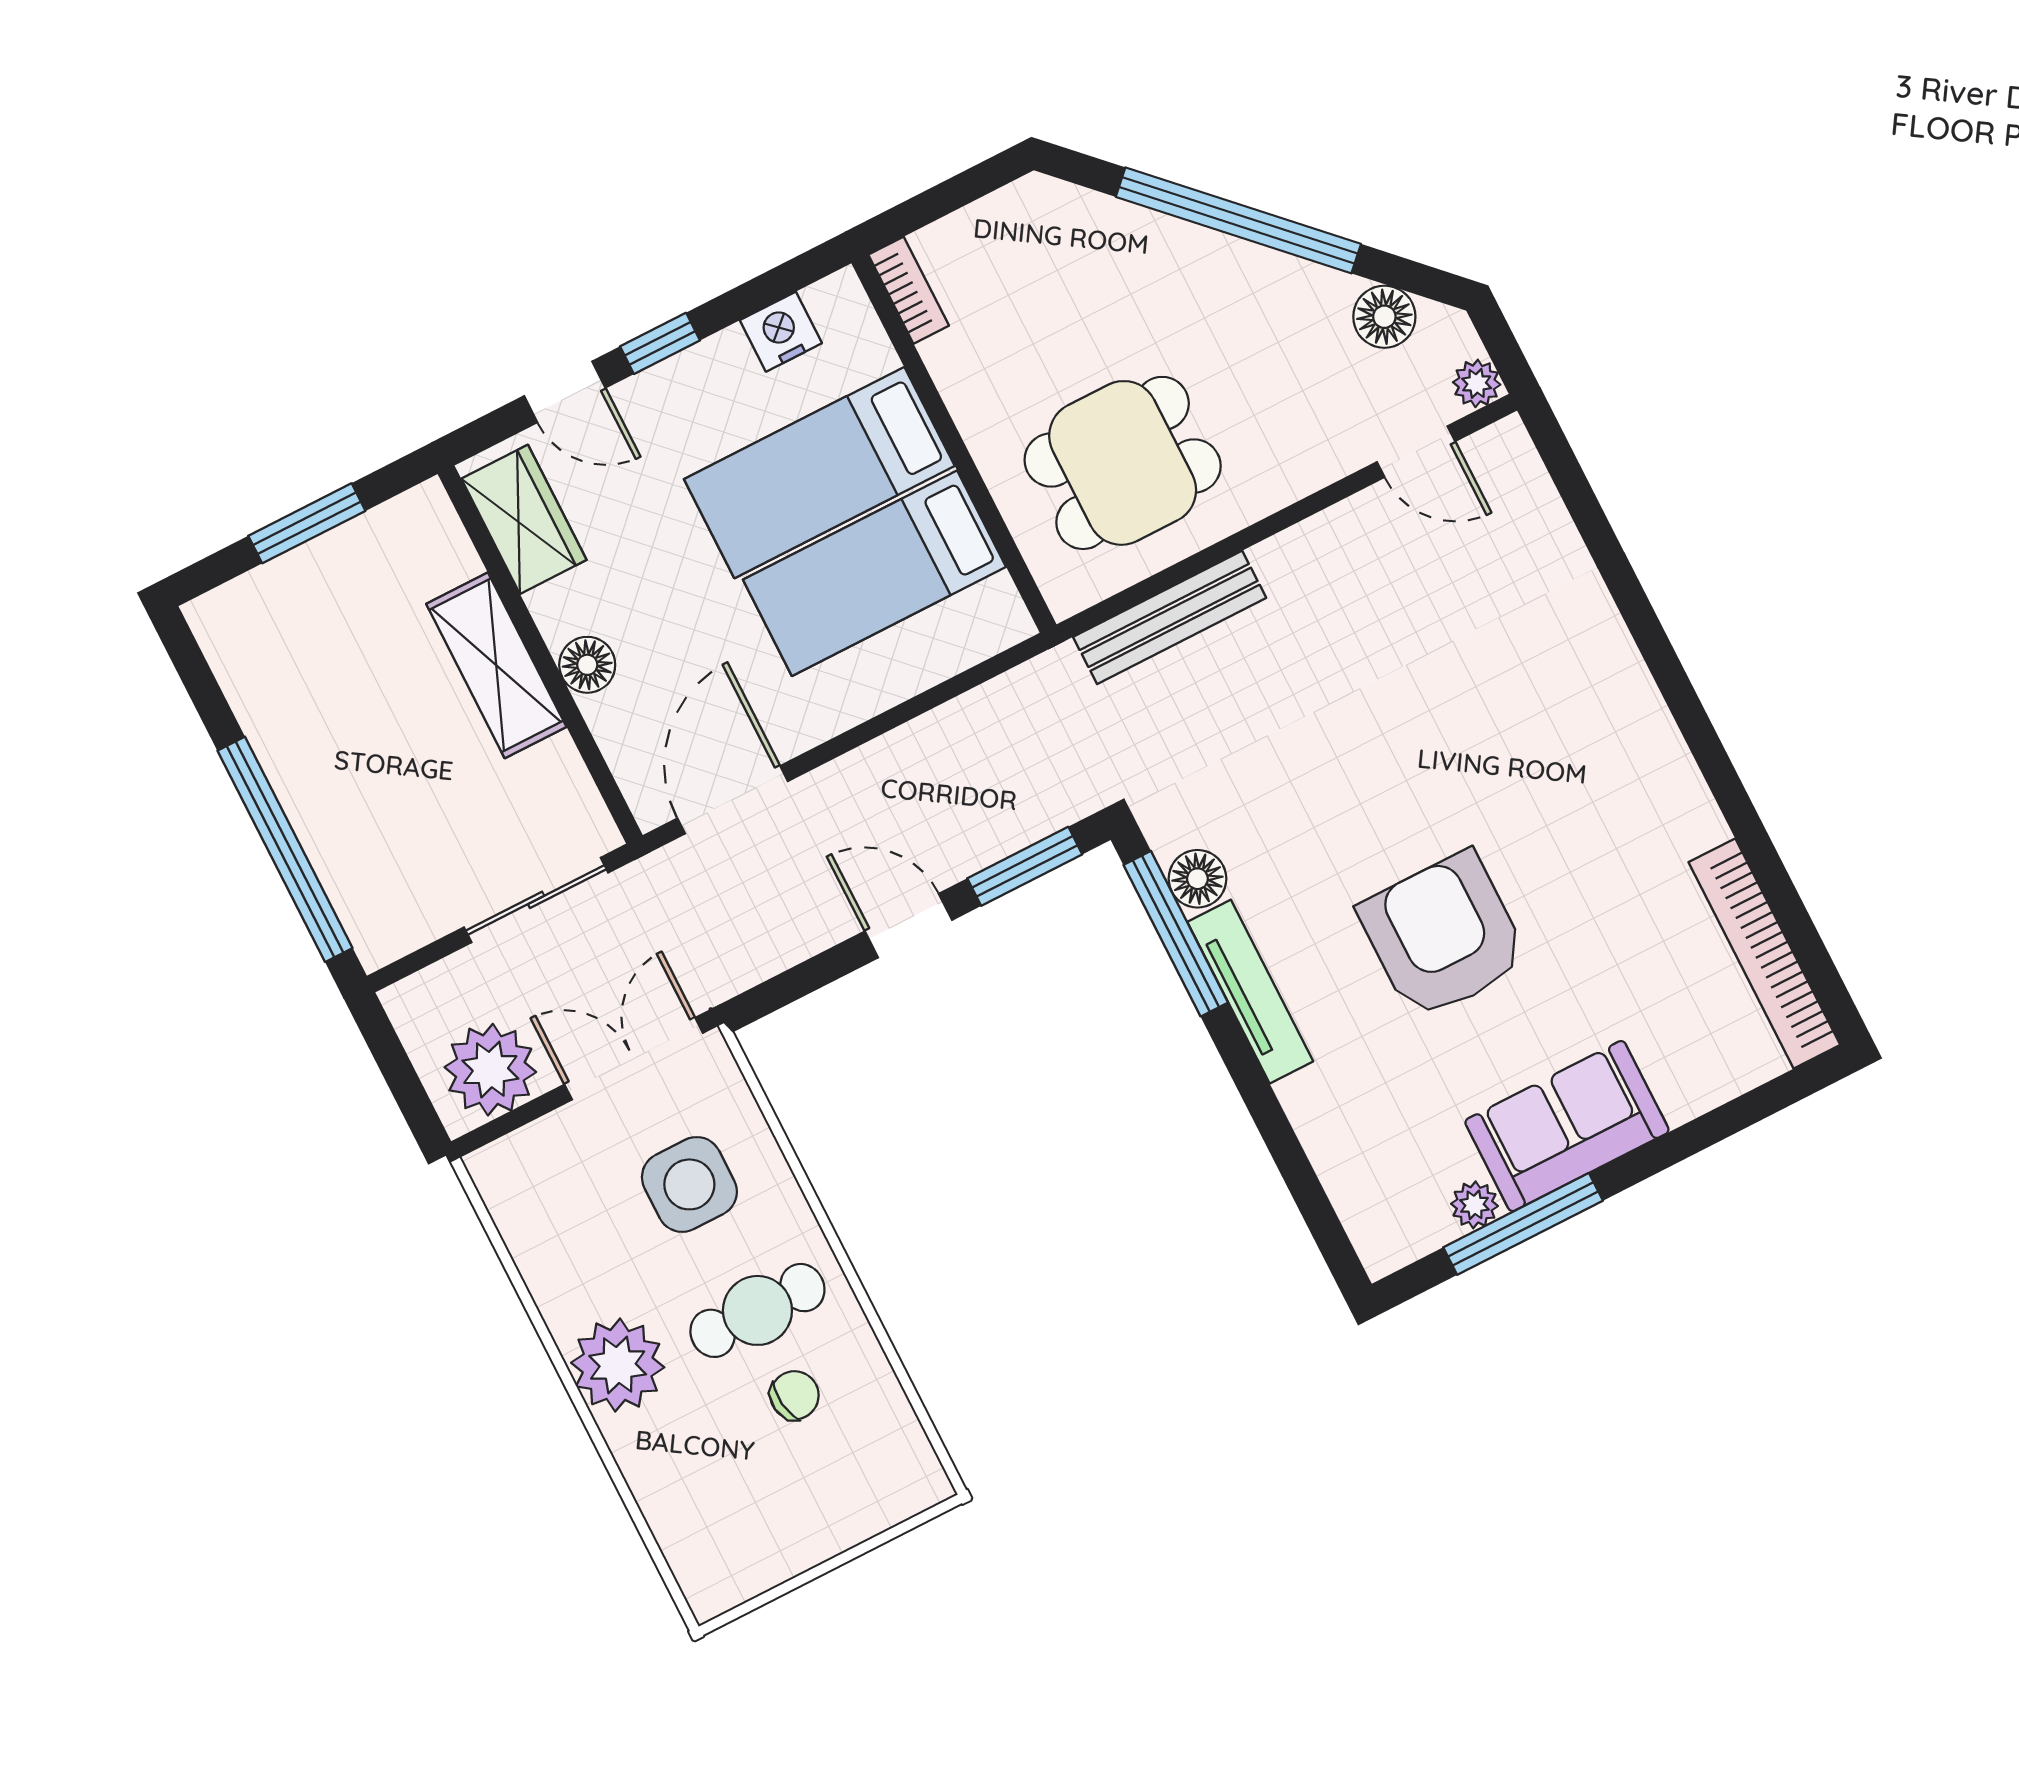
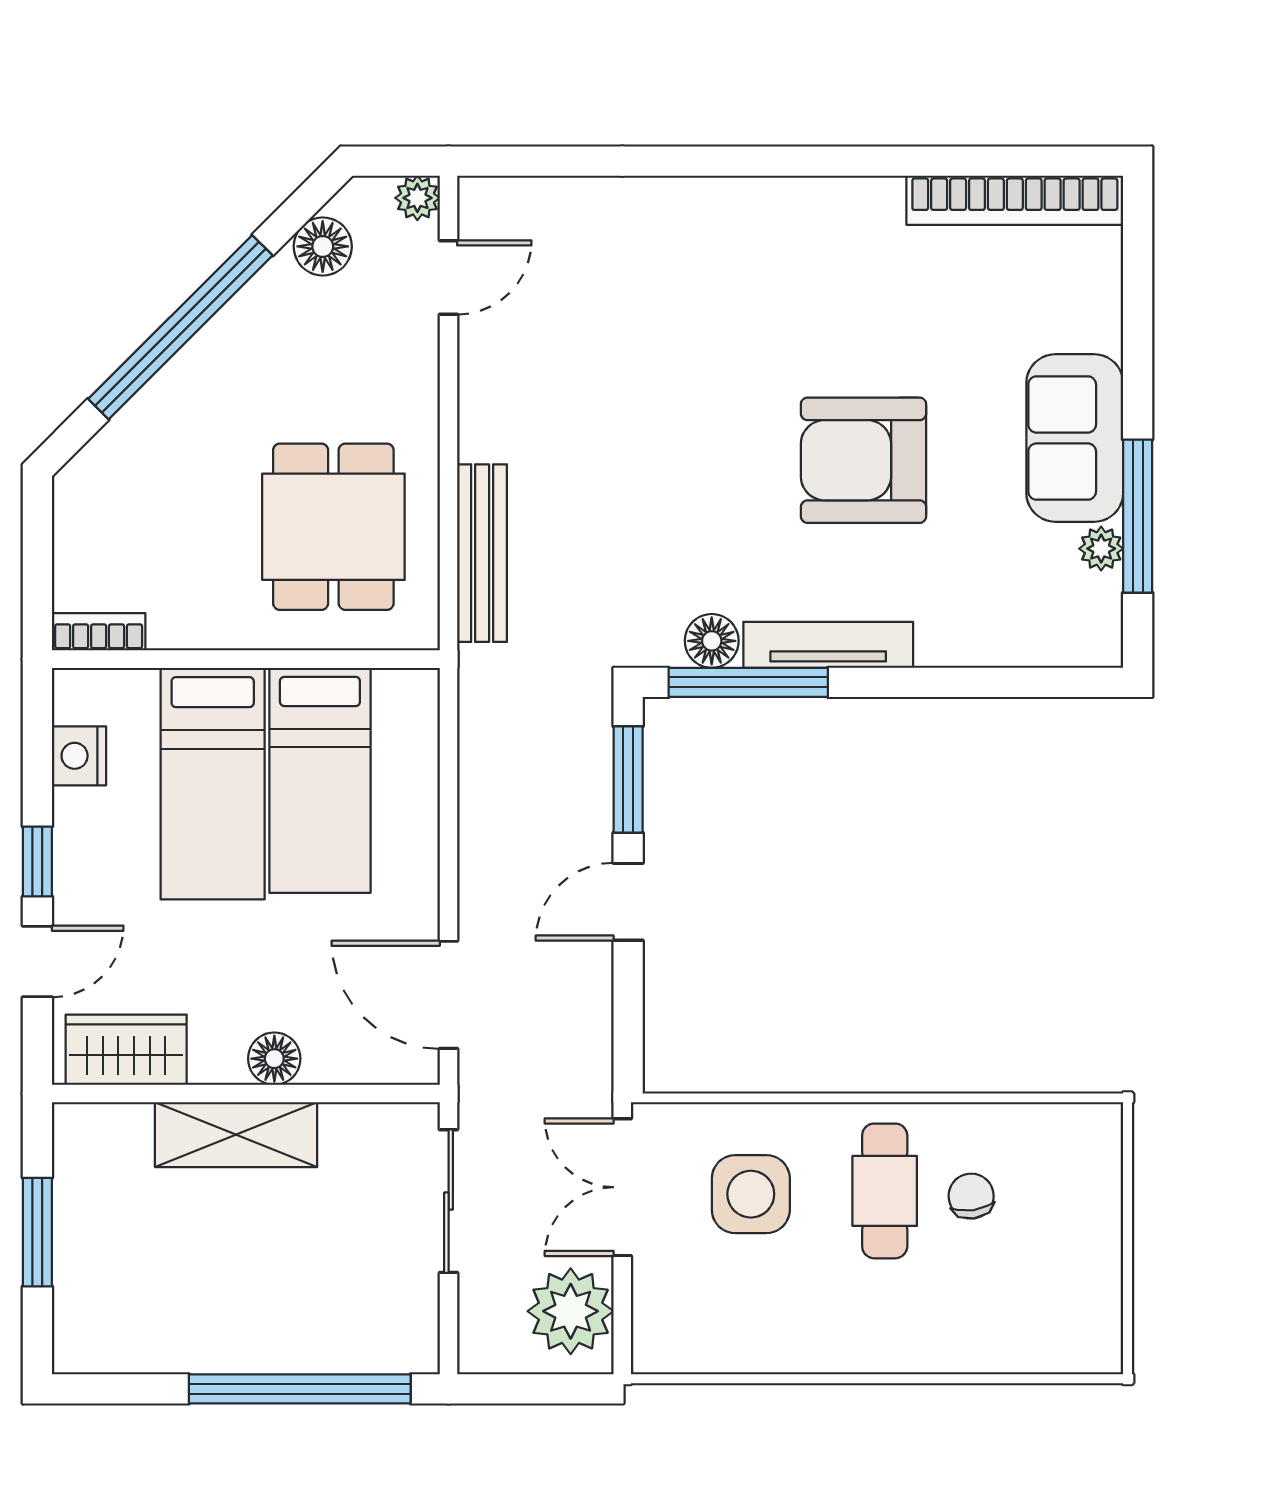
plant: (618, 1365) -> (871, 1331), removed

